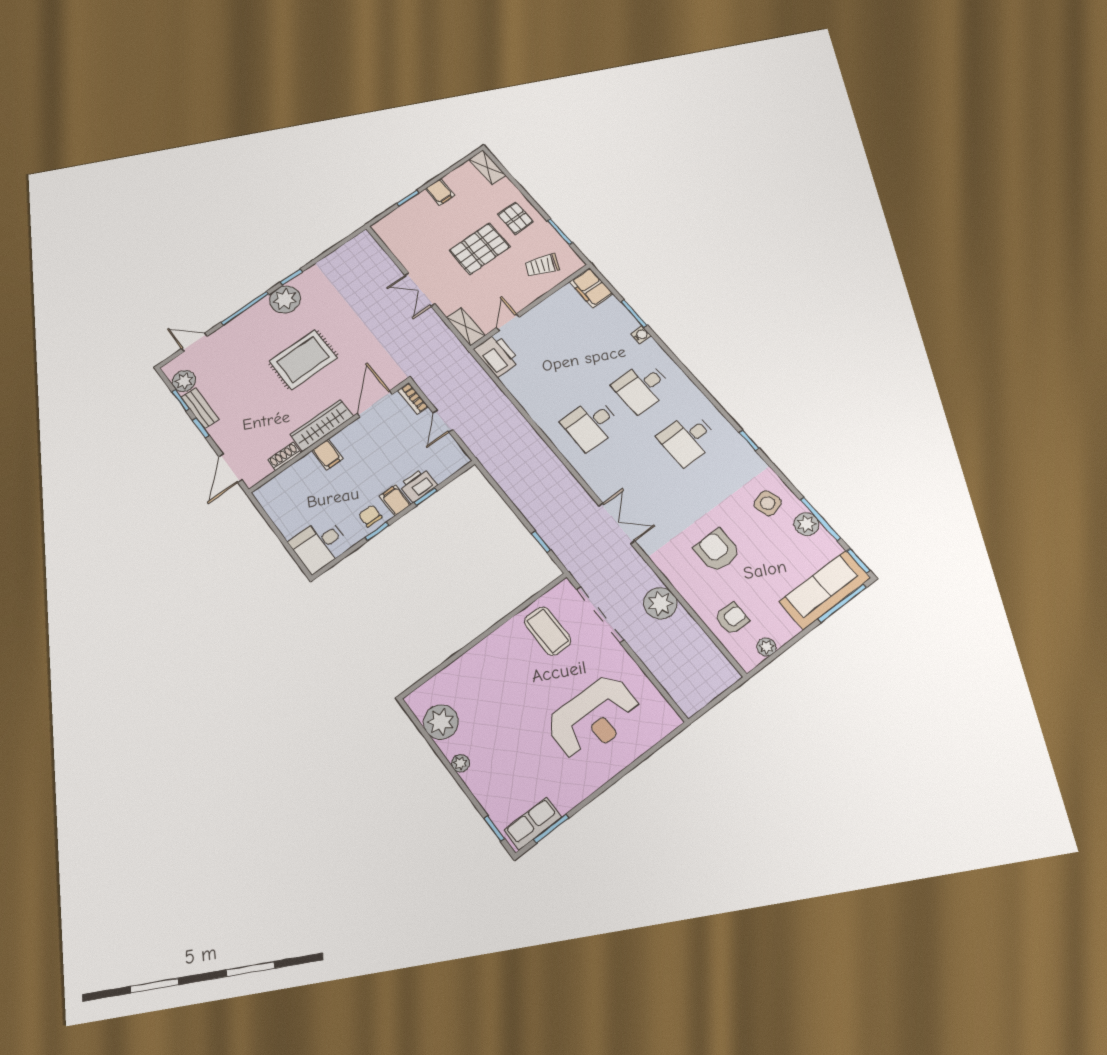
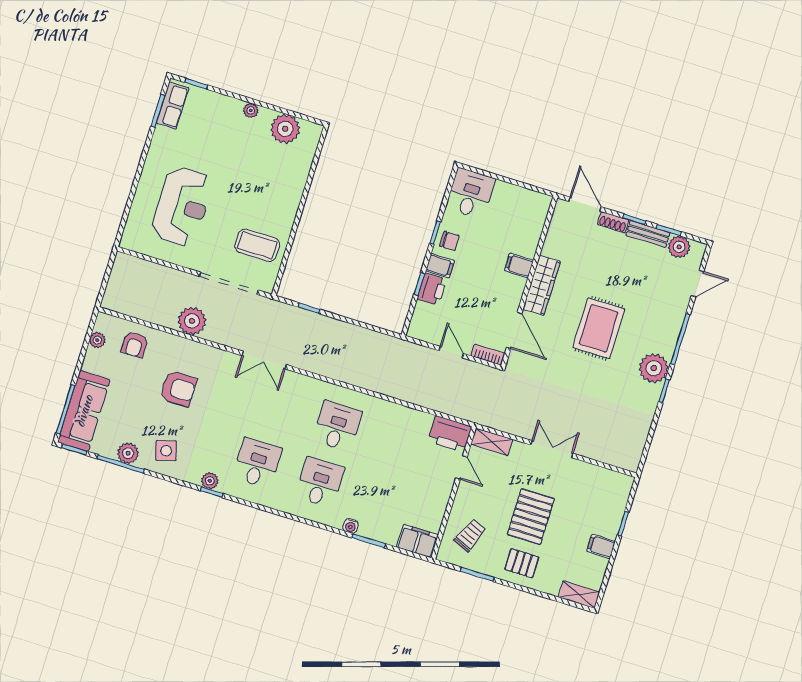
plant: (744, 451) -> (210, 481), added
shoe rack: (284, 456) -> (613, 222), moved, turned 90
reception desk: (594, 718) -> (182, 206), turned 180

